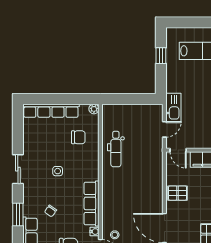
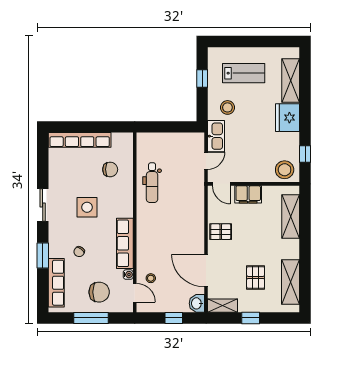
stool: (184, 82) -> (227, 107), added
plant: (94, 109) -> (128, 138), removed
side table: (58, 171) -> (87, 207), width x1.87, depth x1.87

